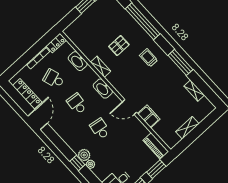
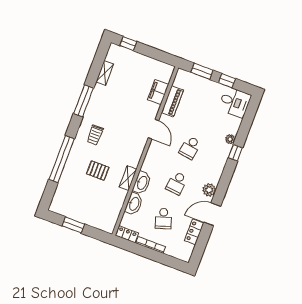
washbasin: (103, 89) -> (142, 183), moved
locker: (27, 94) -> (194, 232), width x0.66
filing cabinet: (149, 116) -> (158, 92), moved
window: (208, 121) -> (128, 44), added
shelving: (187, 128) -> (145, 61), removed
piano: (156, 146) -> (172, 101), moved
plant: (84, 155) -> (209, 190), moved

